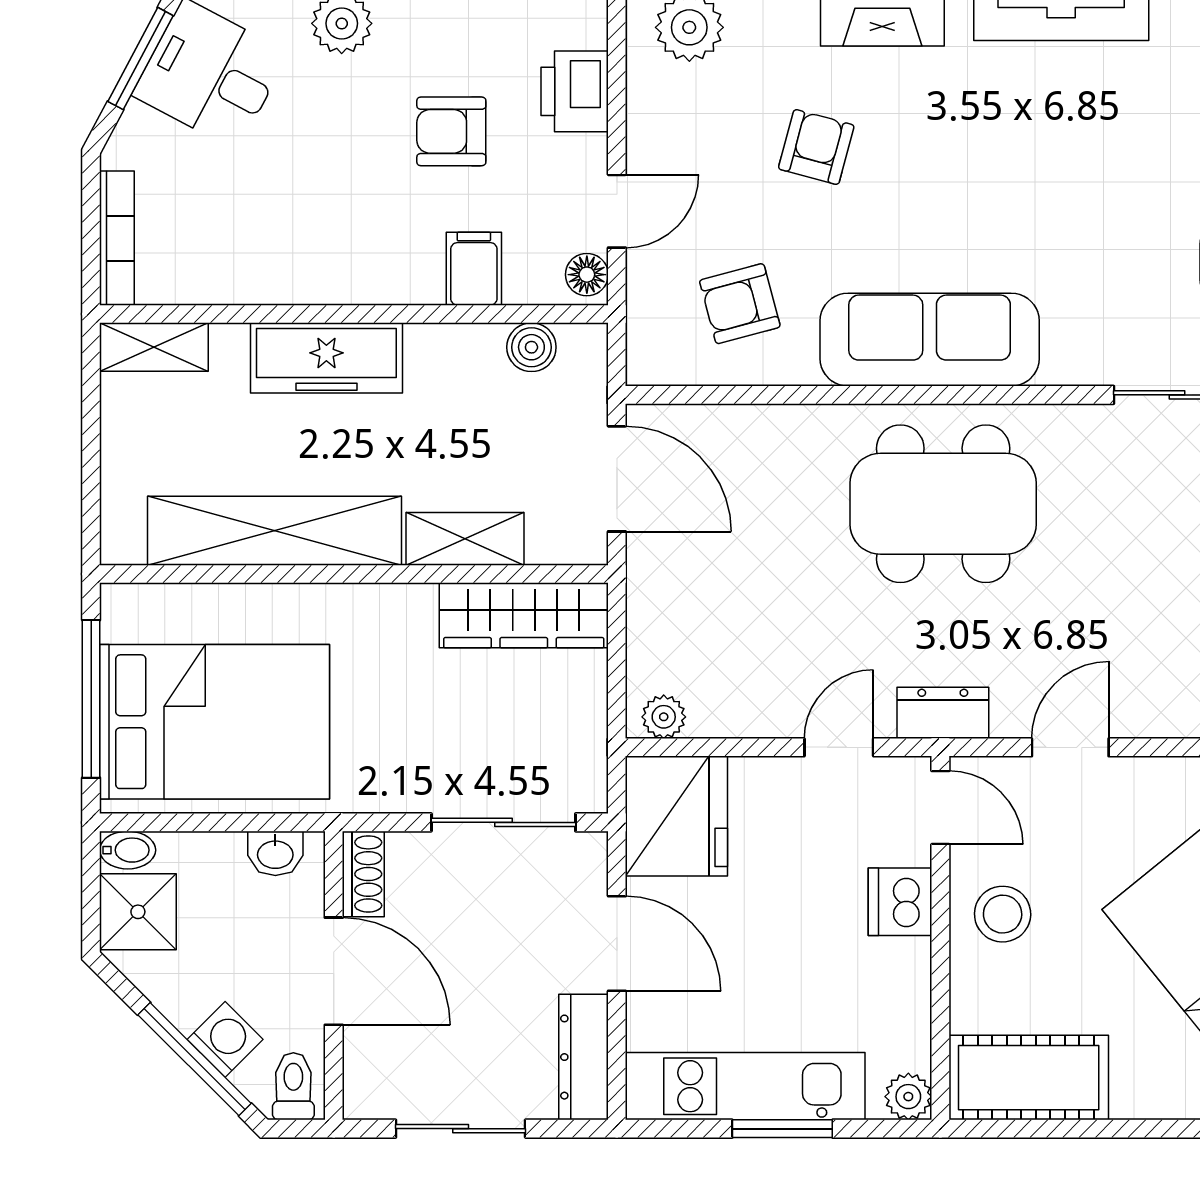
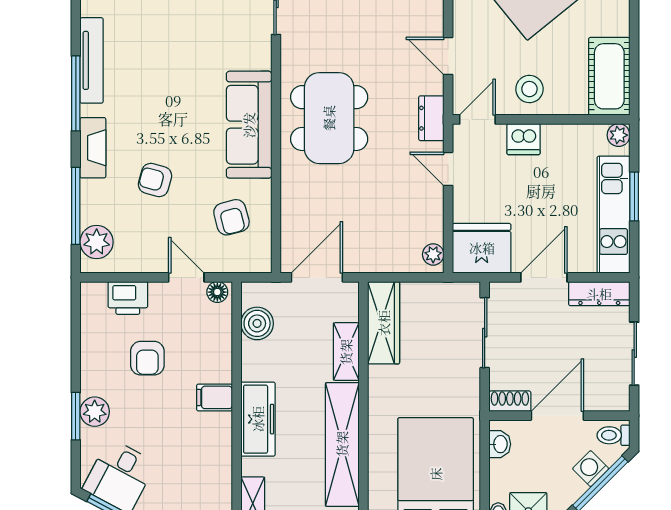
filing cabinet: (474, 269) -> (214, 397), moved
boiler: (531, 347) -> (257, 323), width x1.36, depth x1.36

